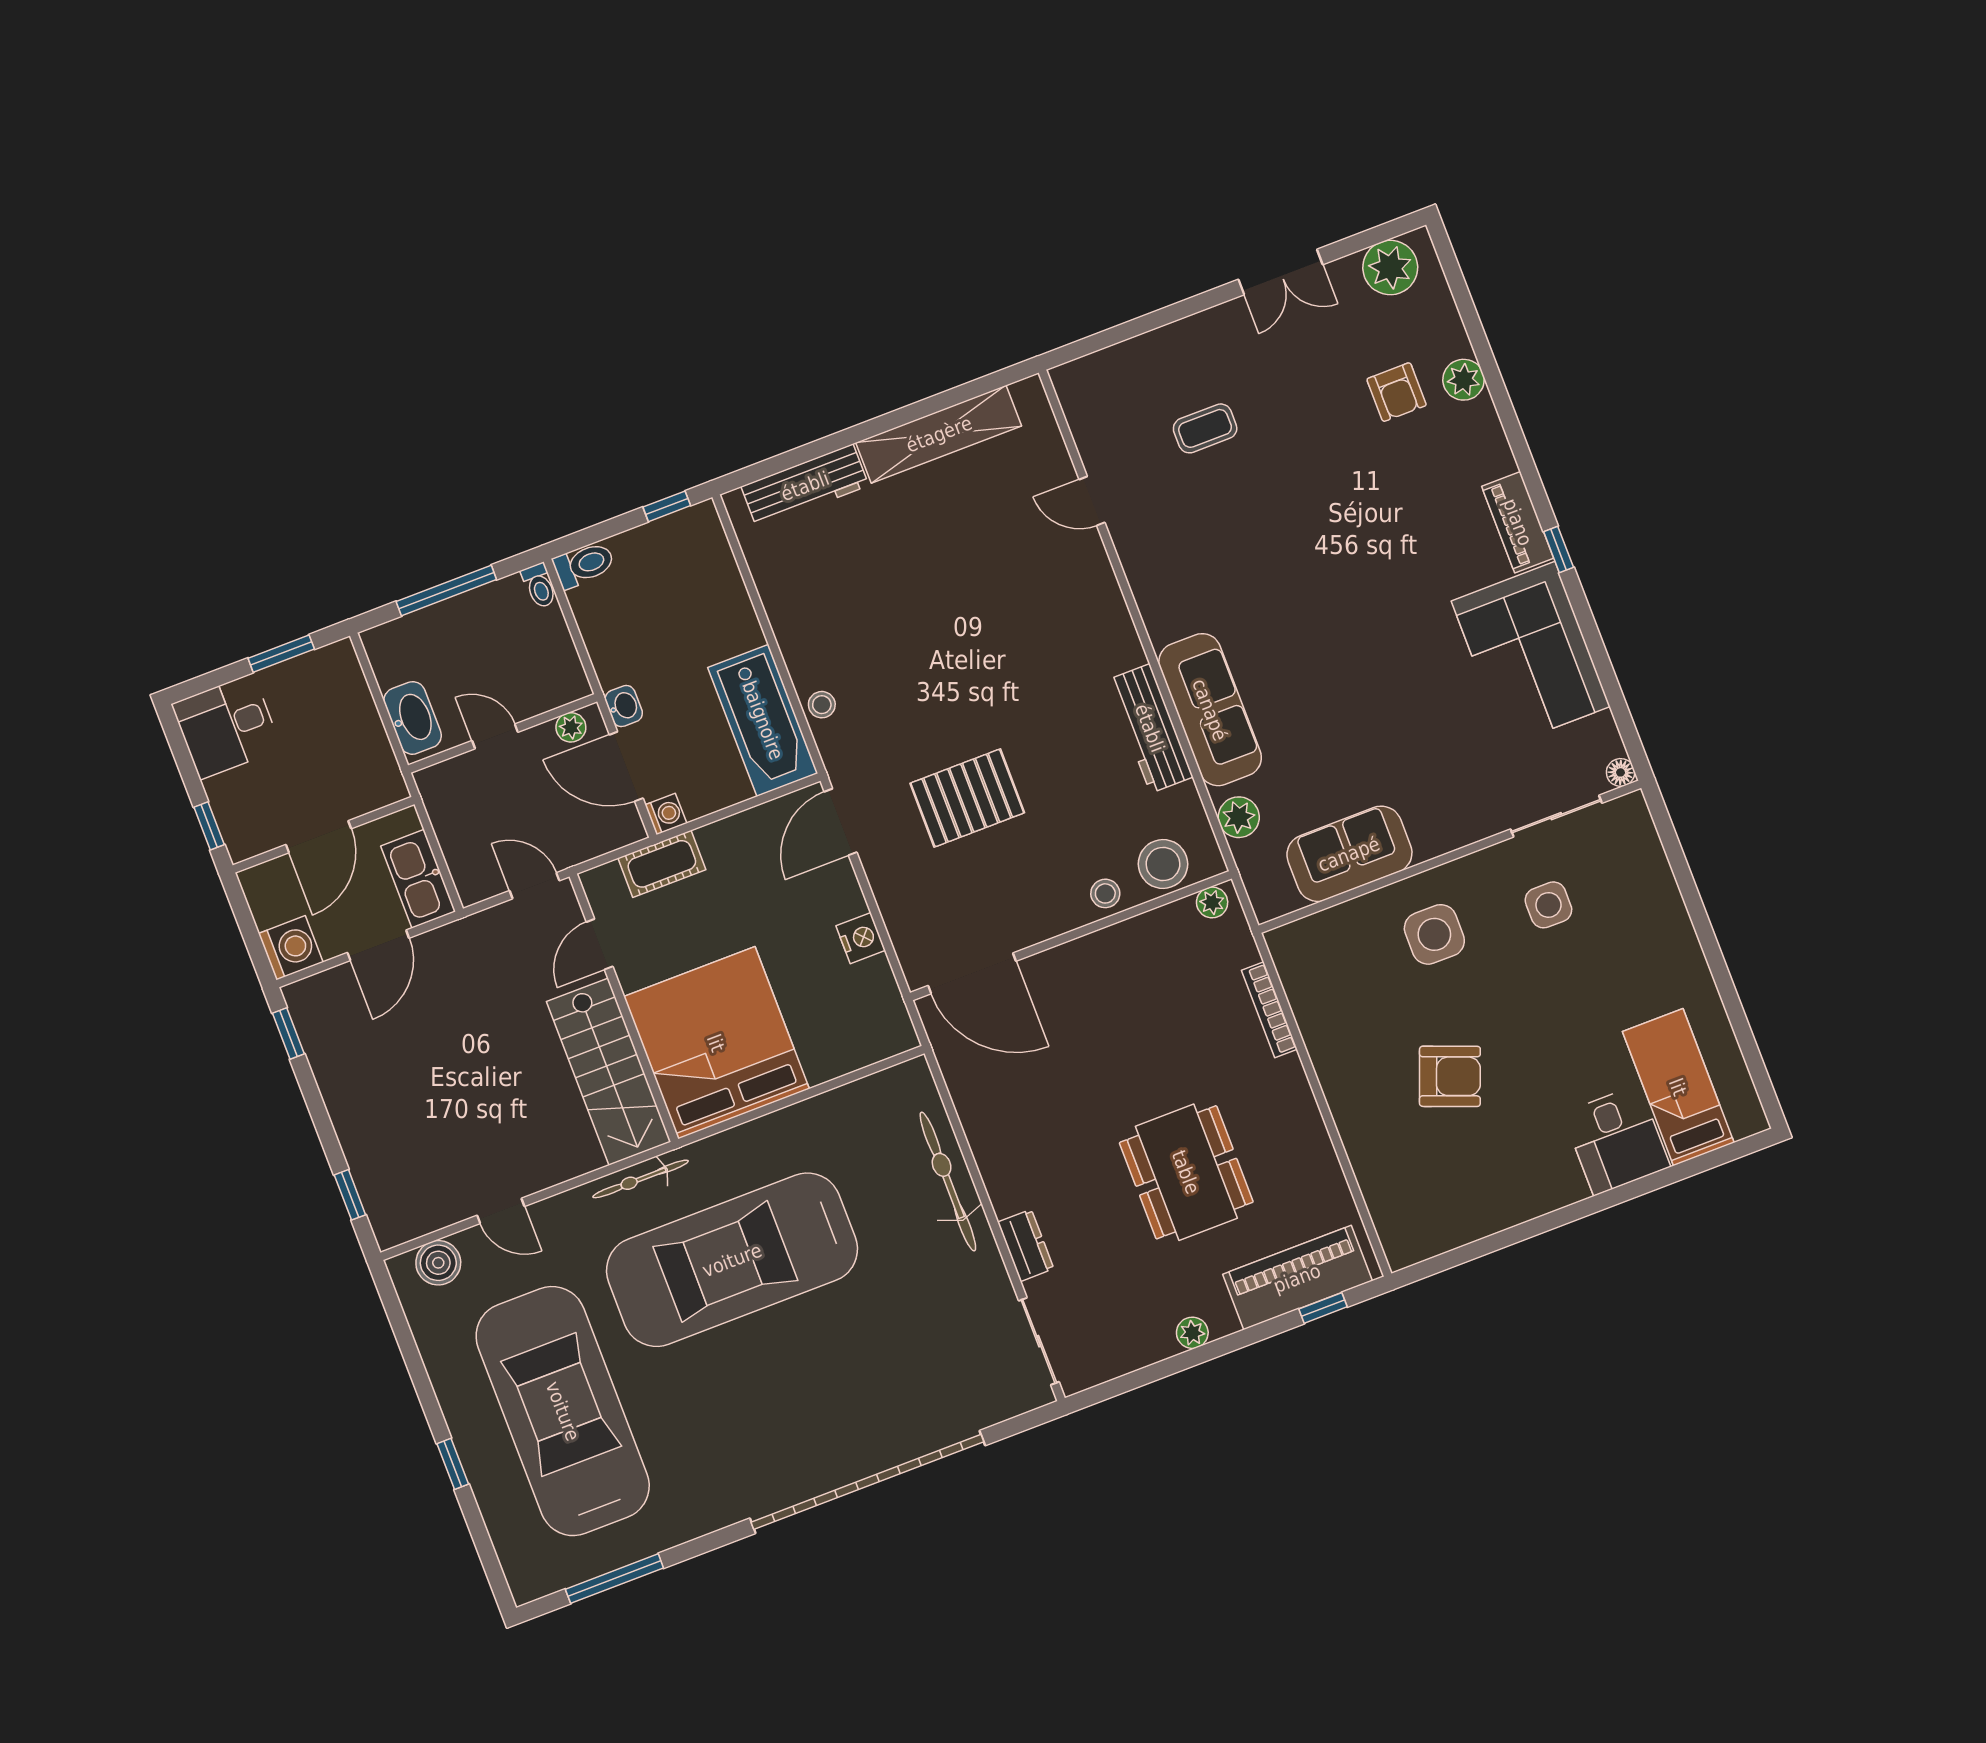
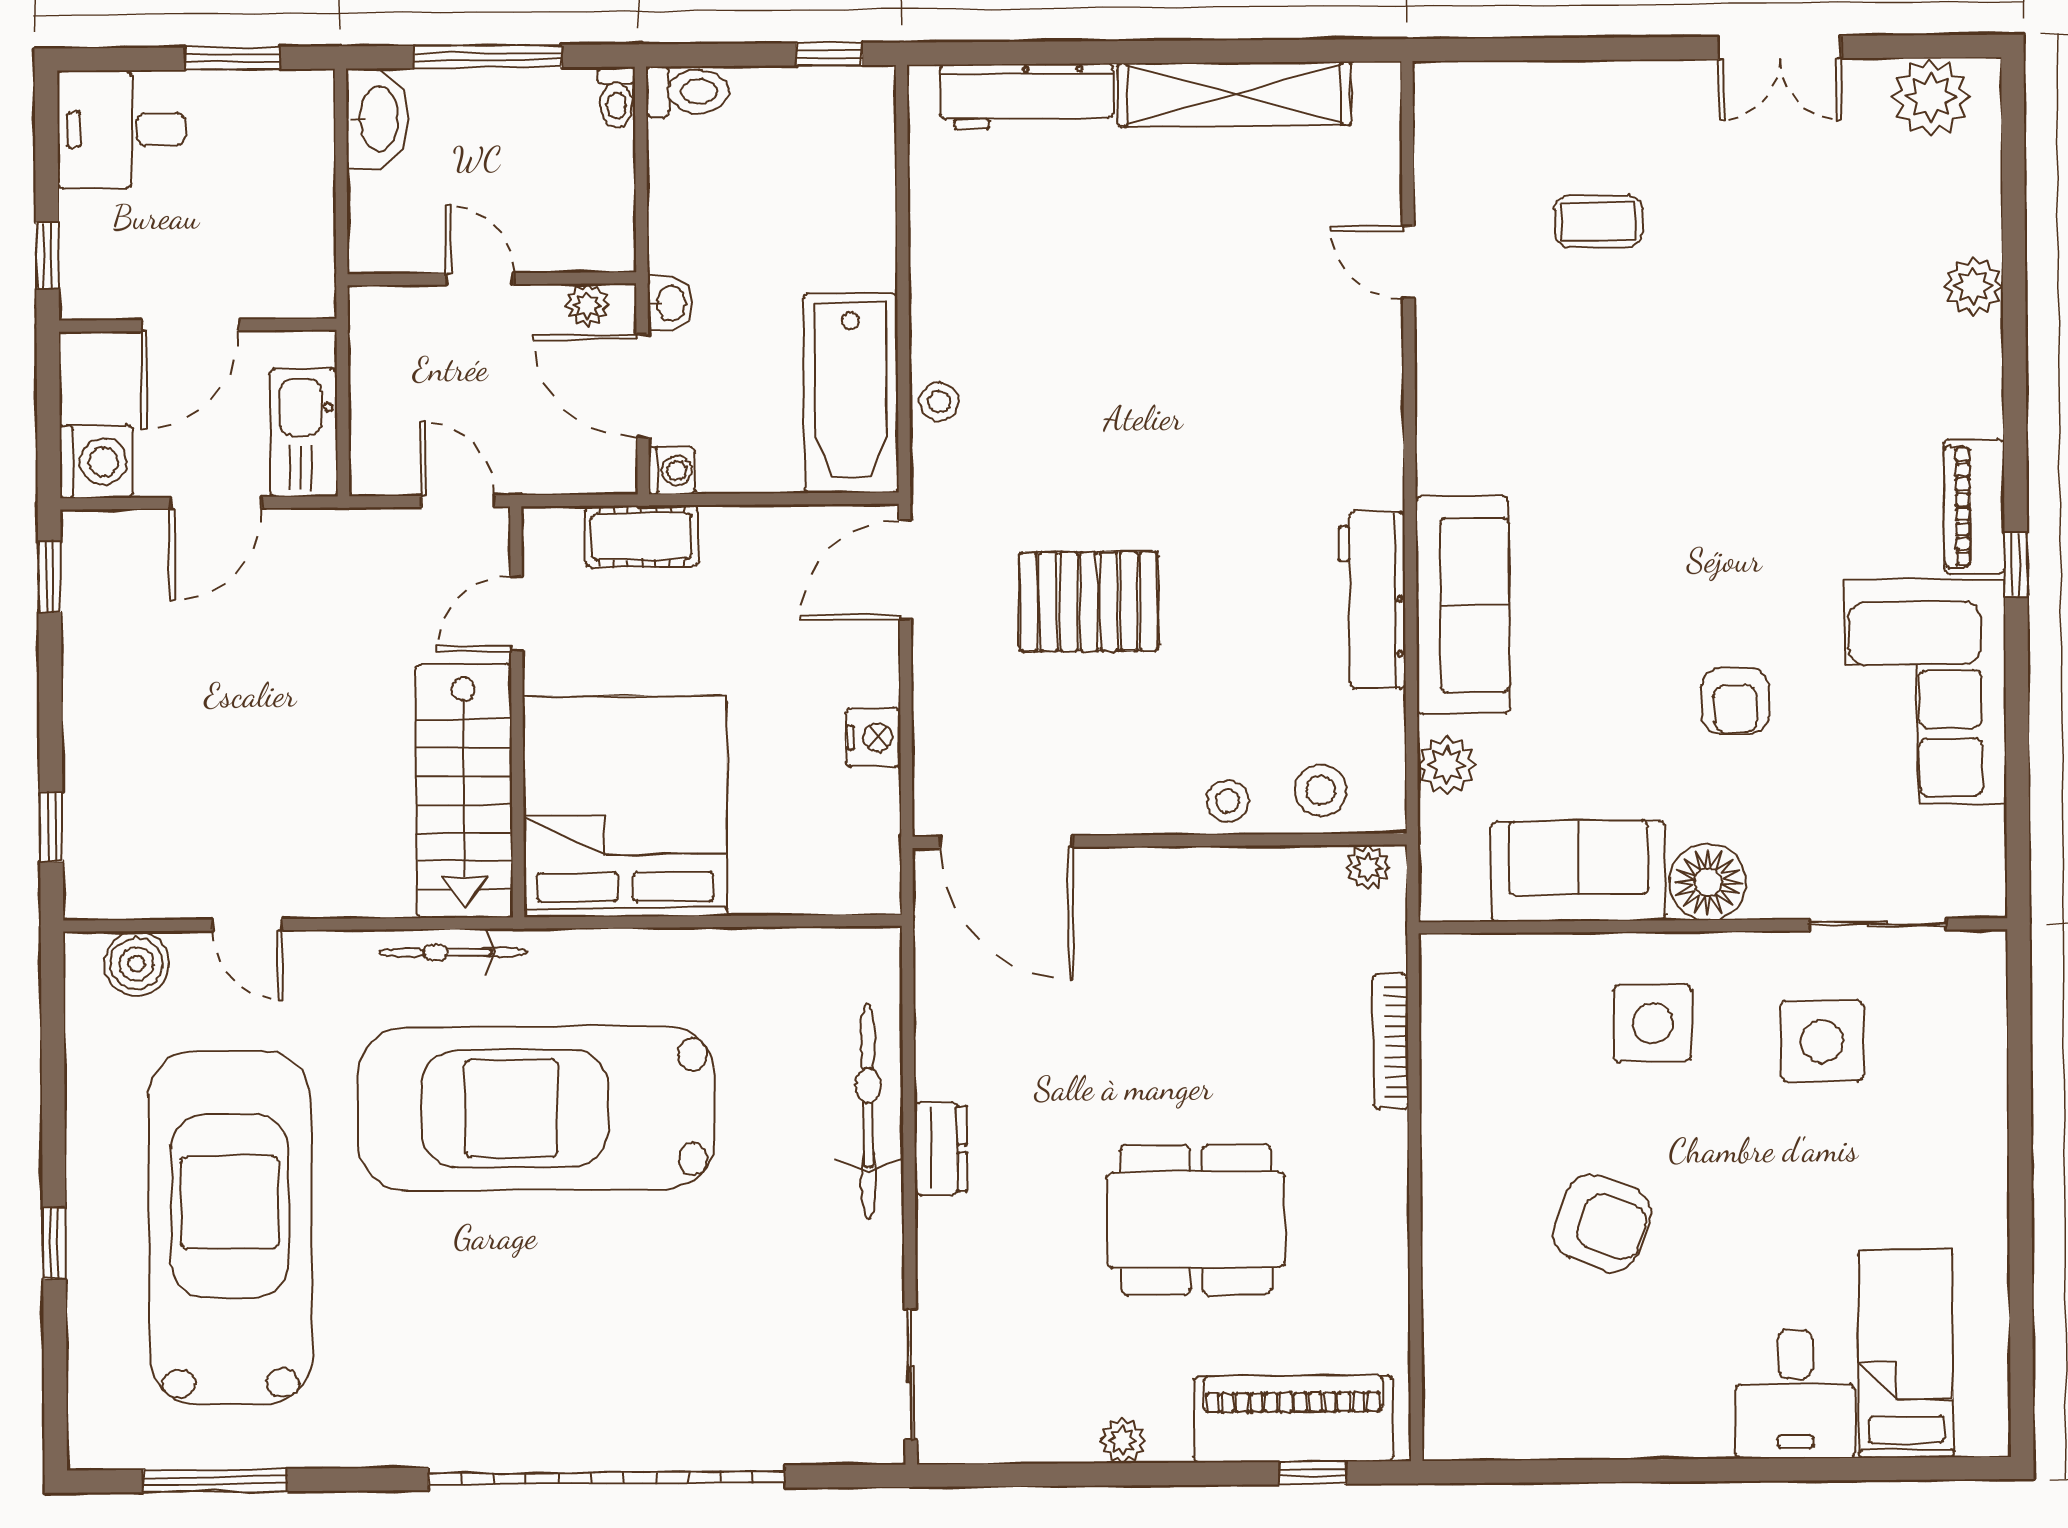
armchair: (1397, 392) -> (1735, 701), moved
washbasin: (413, 718) -> (377, 119), moved
floor lamp: (1620, 772) -> (1708, 882), moved, width x1.89, depth x1.89
stool: (1163, 864) -> (1321, 790), width x0.73, depth x0.73
side table: (1548, 905) -> (1822, 1041), width x1.37, depth x1.37
dining table: (1186, 1172) -> (1196, 1220), turned 90
dresser: (1026, 1245) -> (941, 1149), moved

